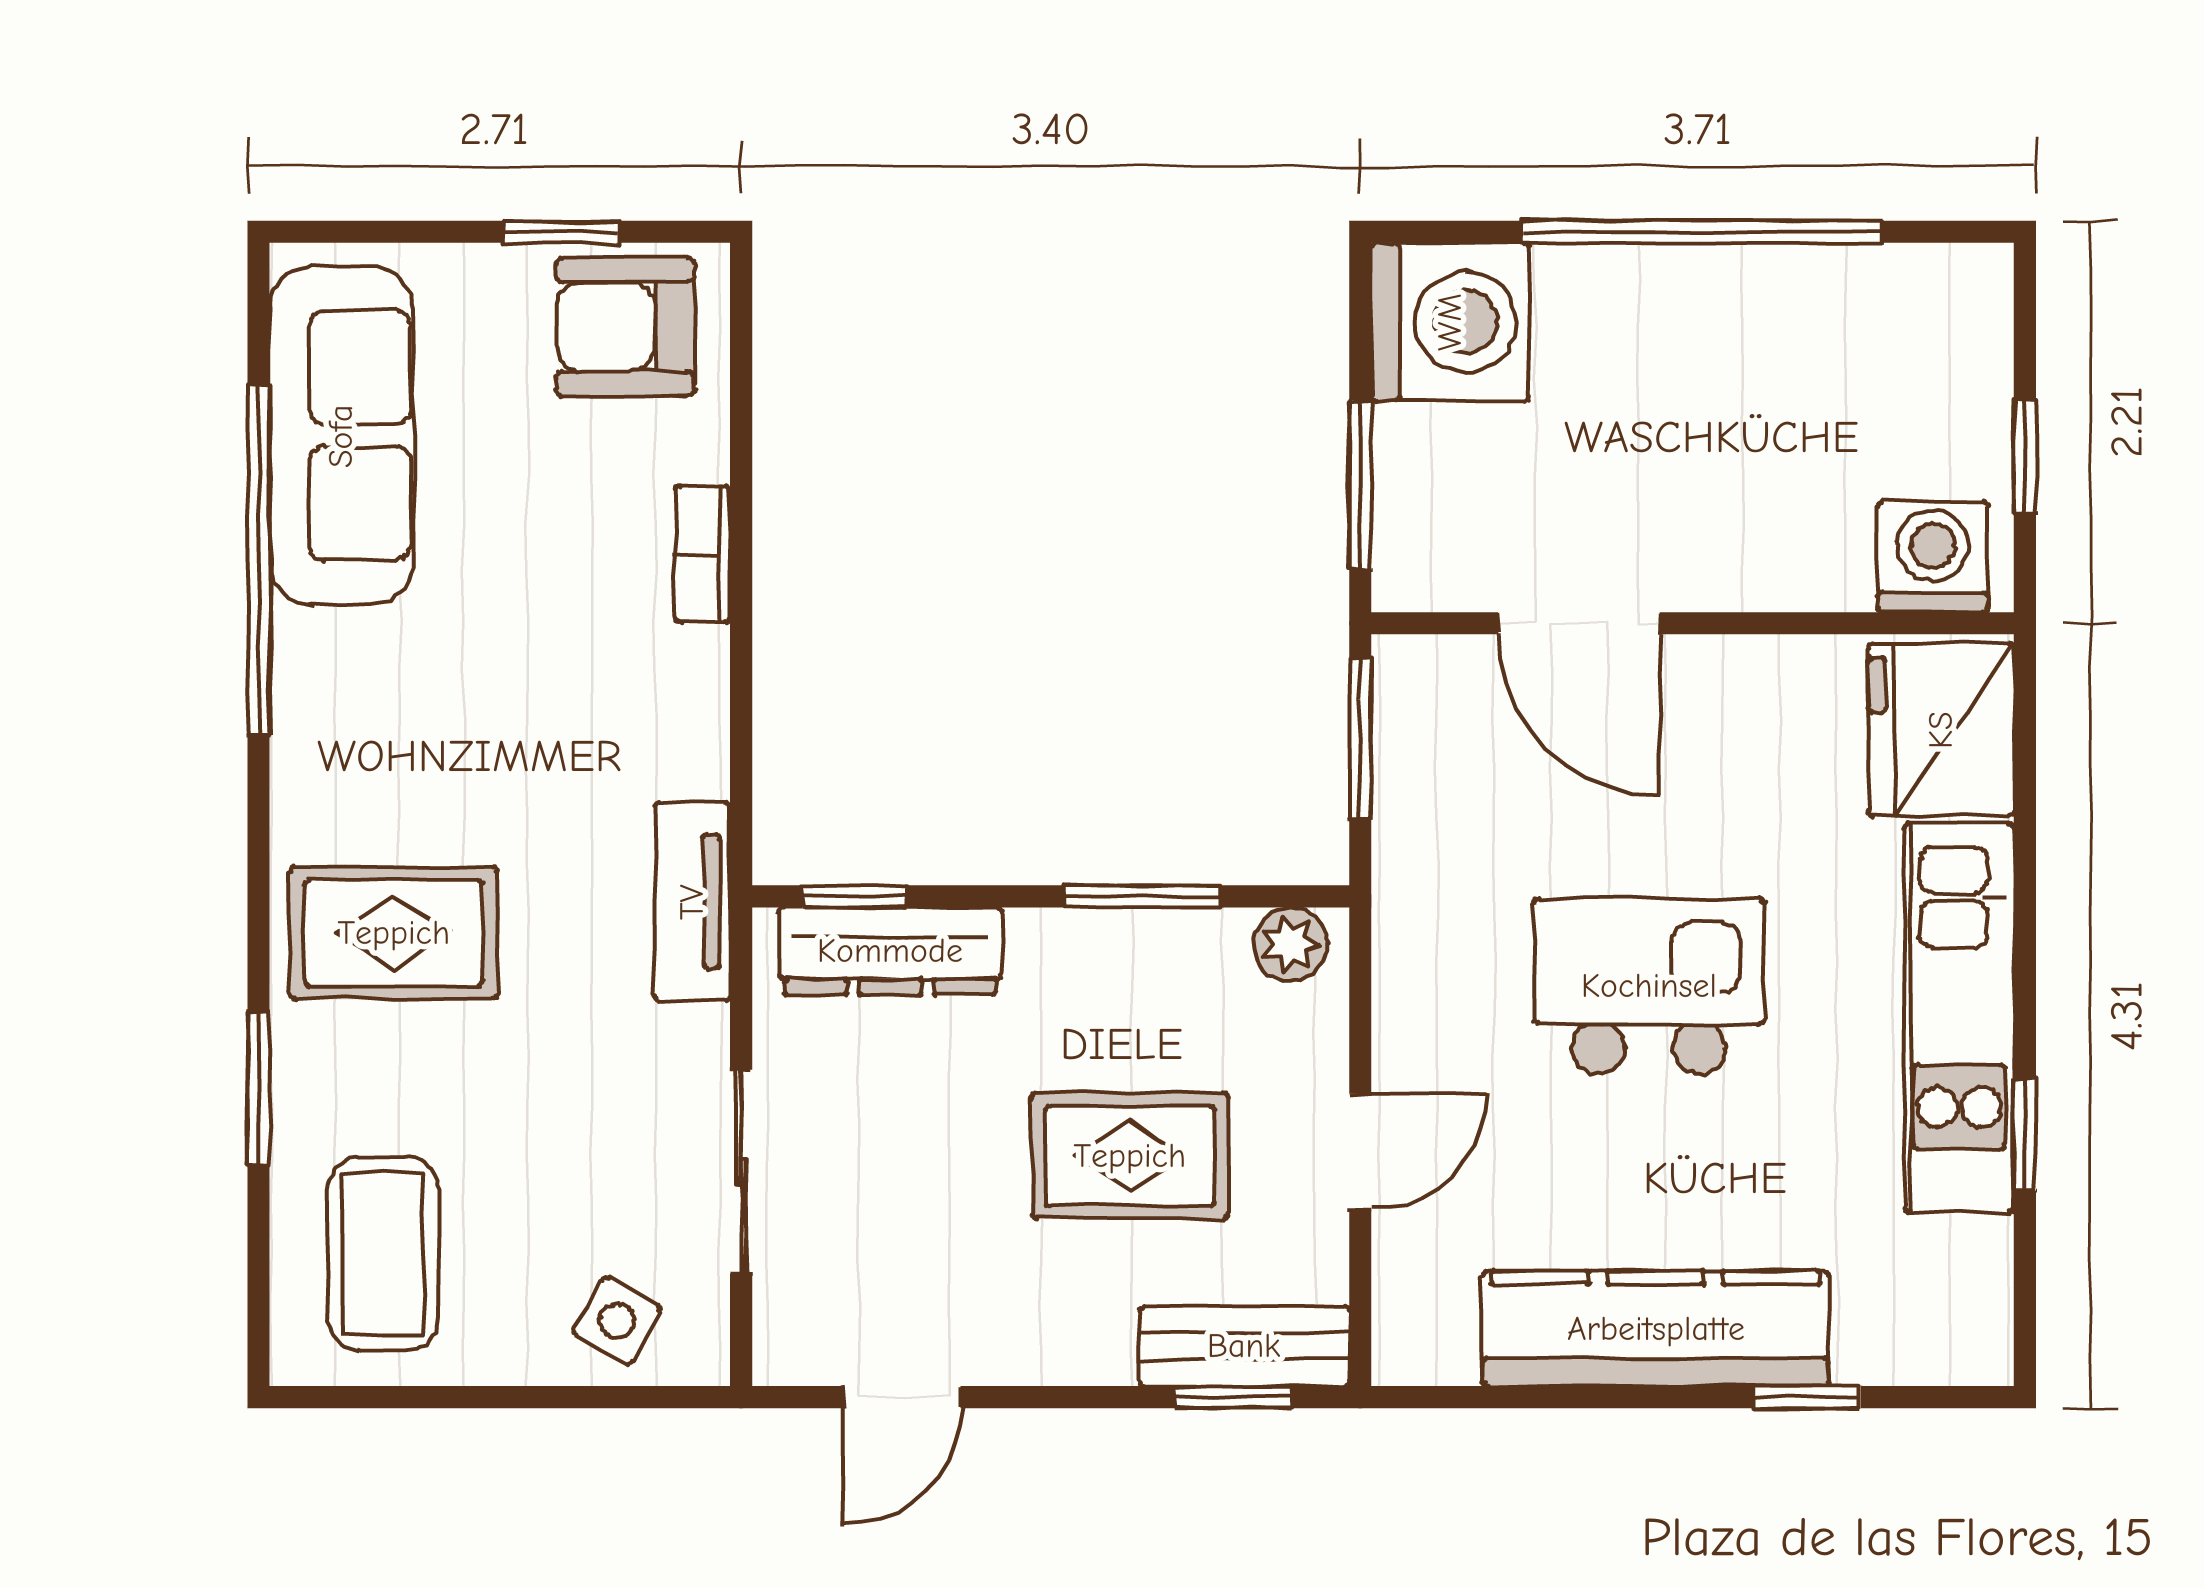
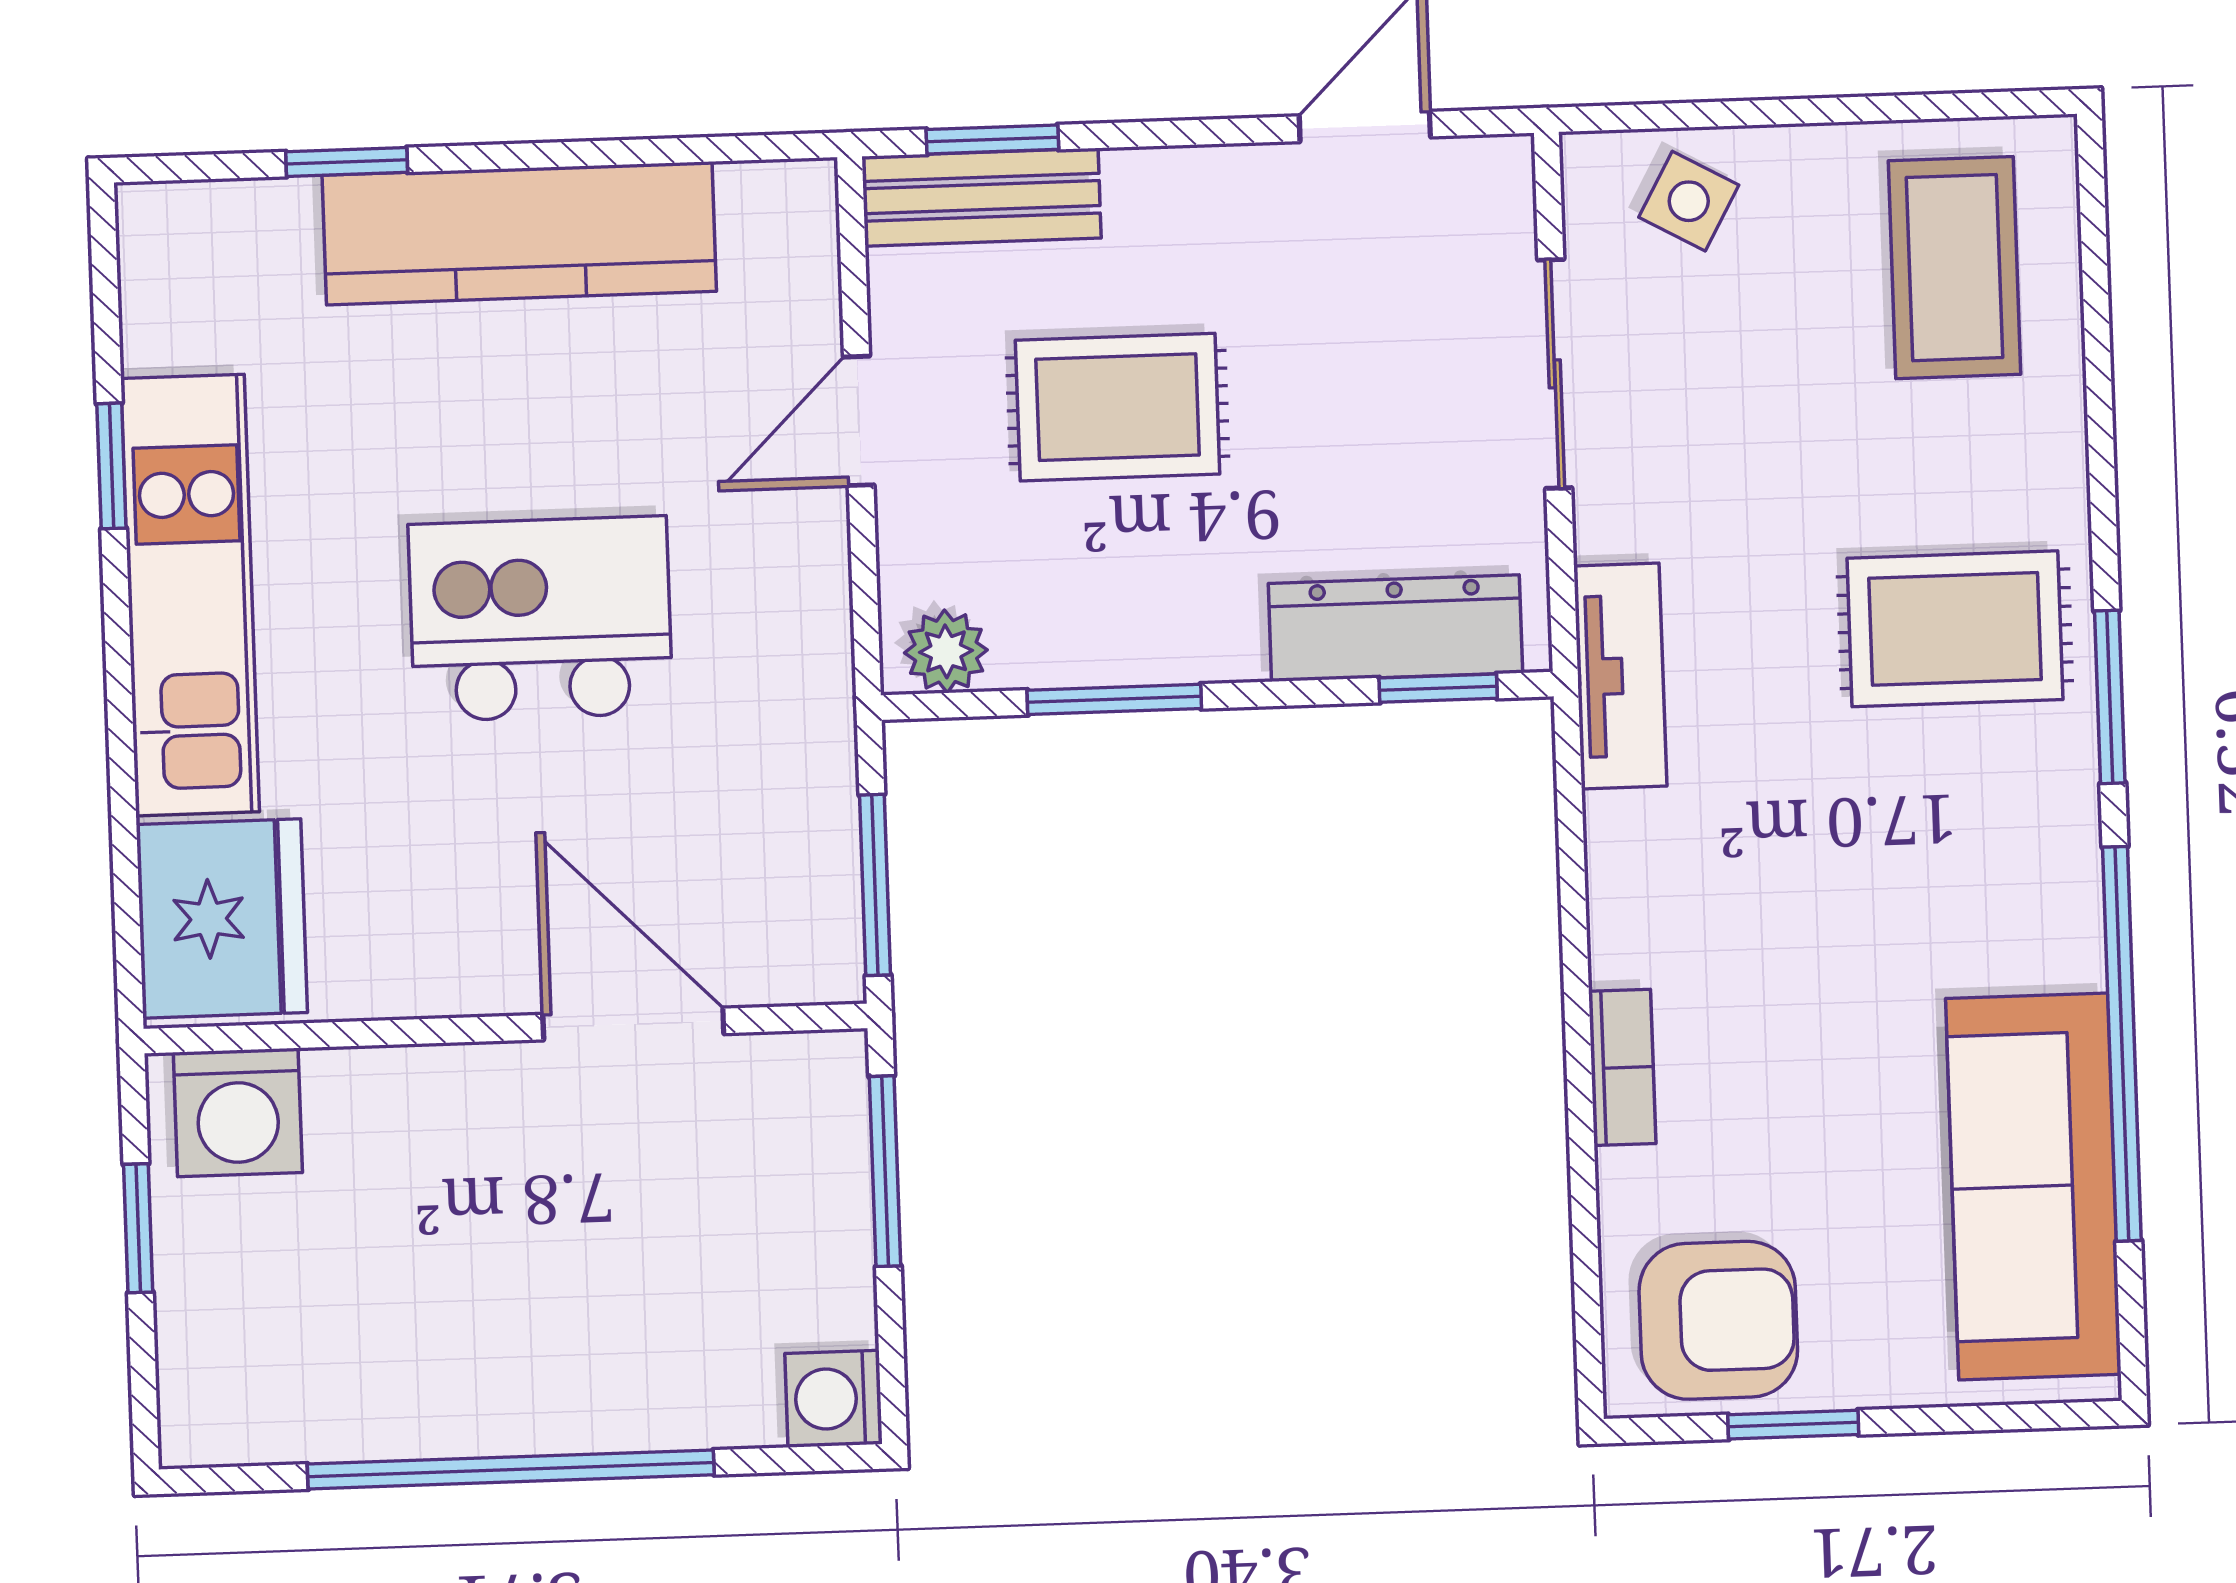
washing machine: (1450, 322) -> (834, 1399), width x0.53, depth x0.53
kitchen island: (1649, 986) -> (540, 619), turned 180
window: (259, 1088) -> (2110, 697), moved

